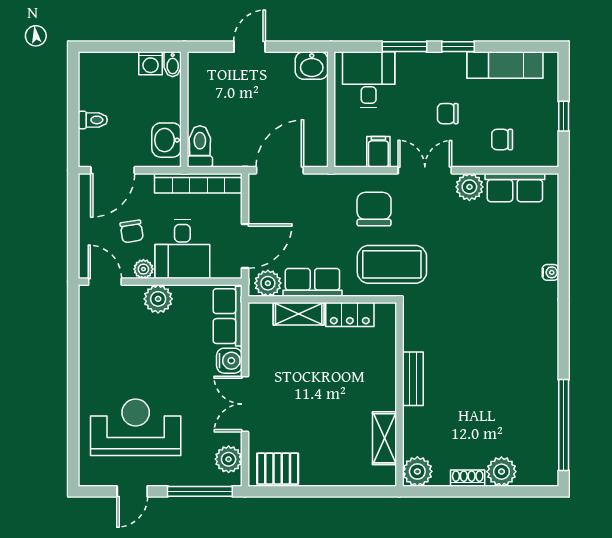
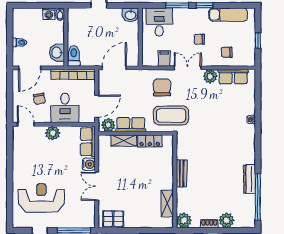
plant: (143, 269) -> (45, 118), removed
dresser: (547, 390) -> (250, 179), added
plant: (229, 459) -> (88, 214), removed

